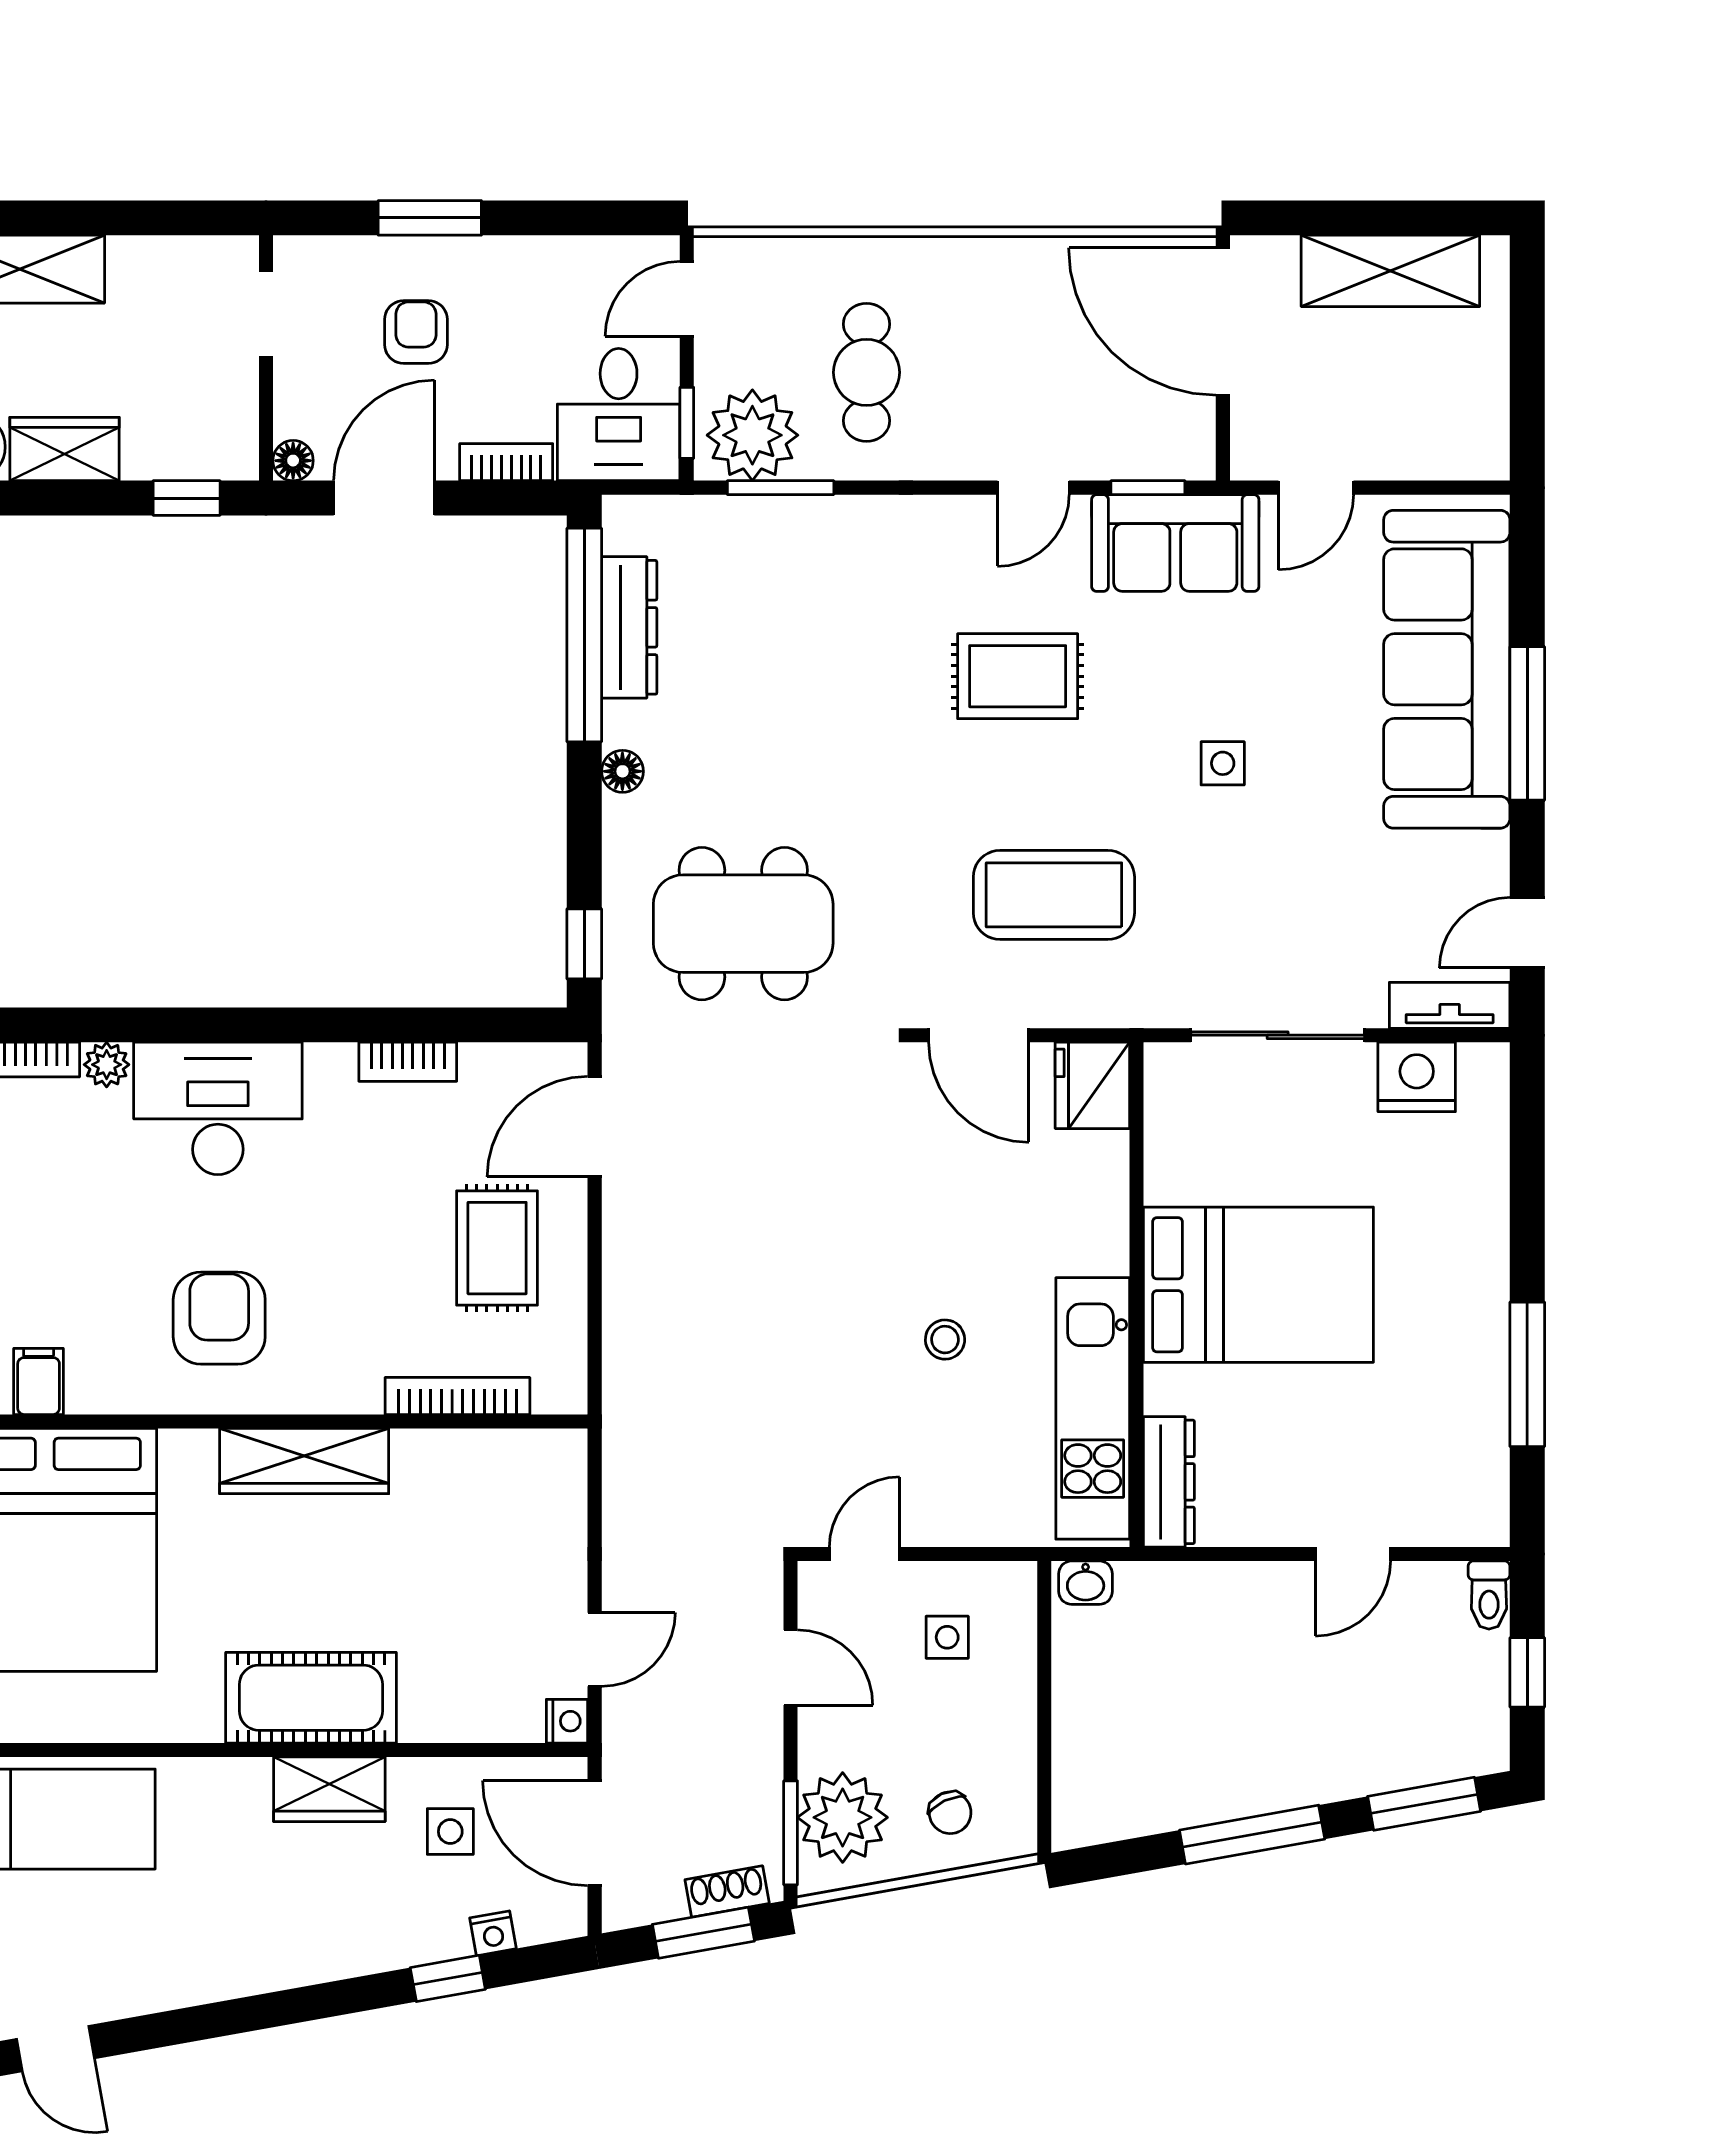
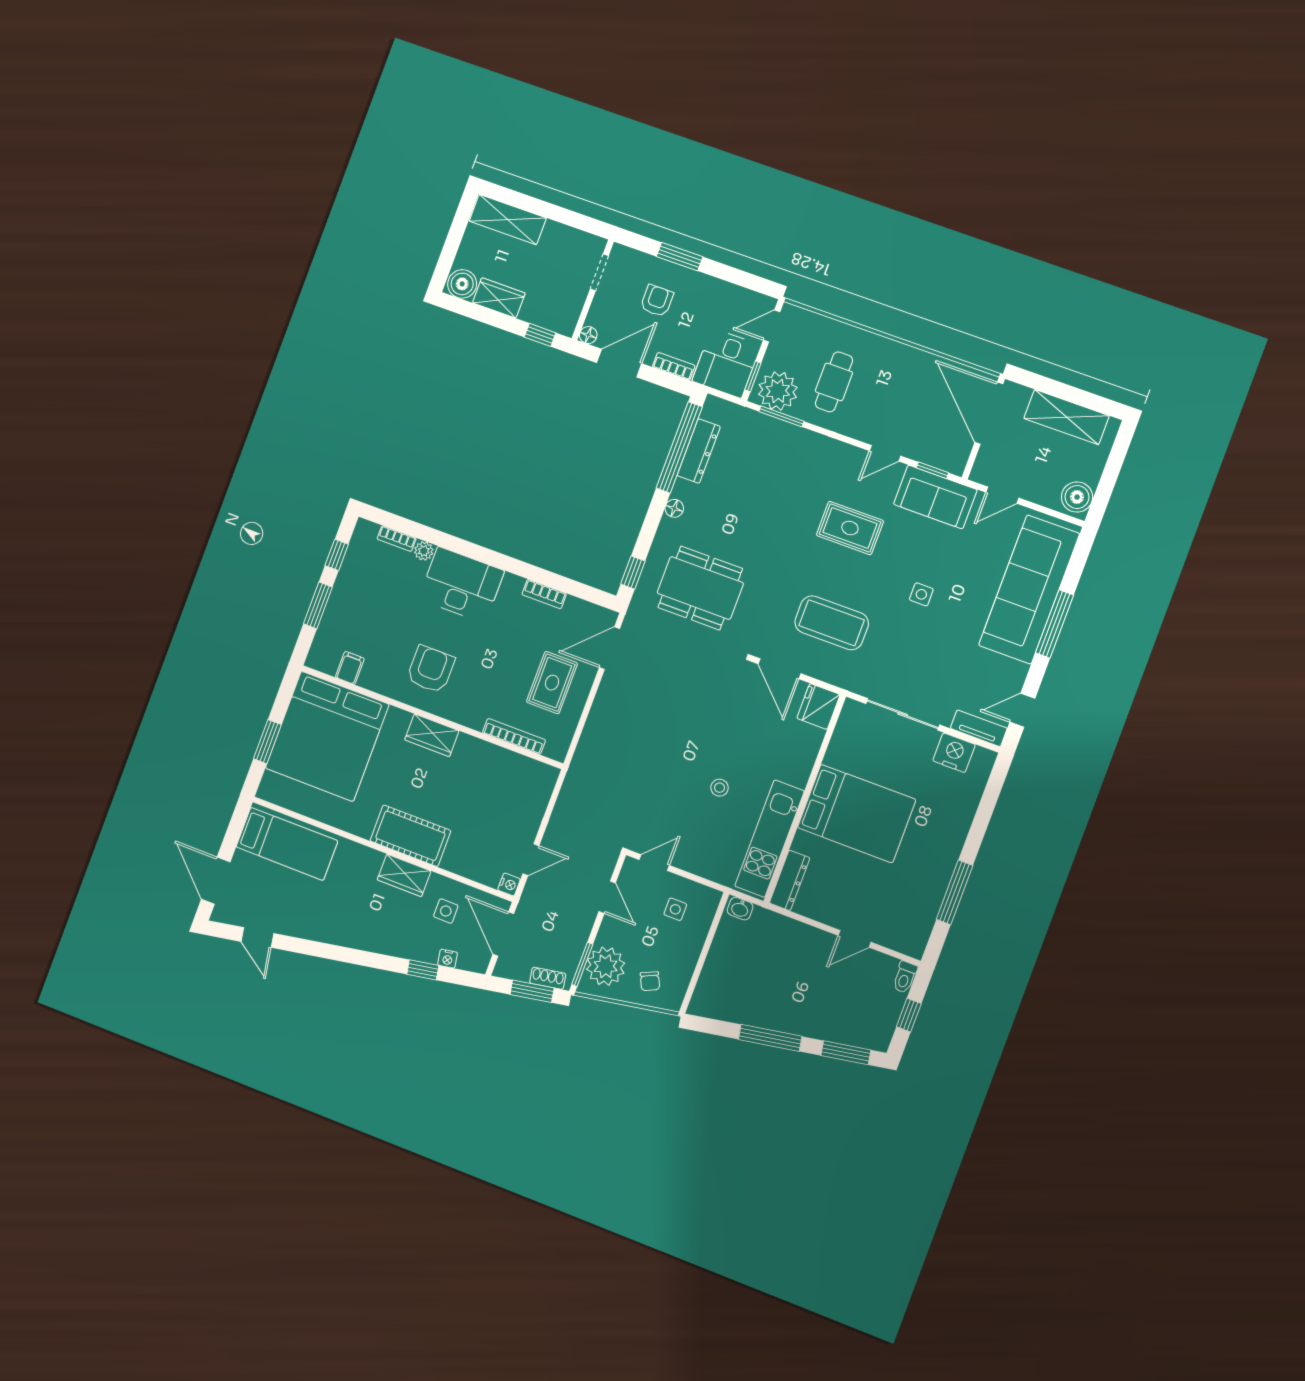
boiler: (1475, 435) -> (1077, 497), added
wardrobe: (304, 1461) -> (432, 735), width x0.67

